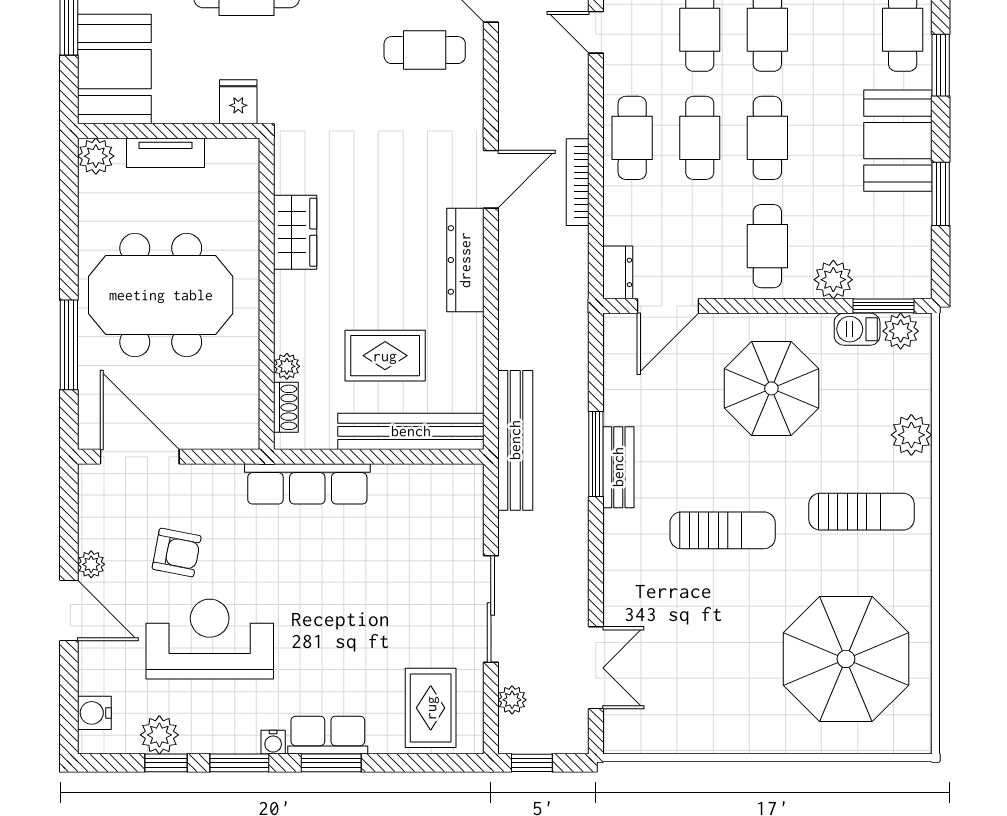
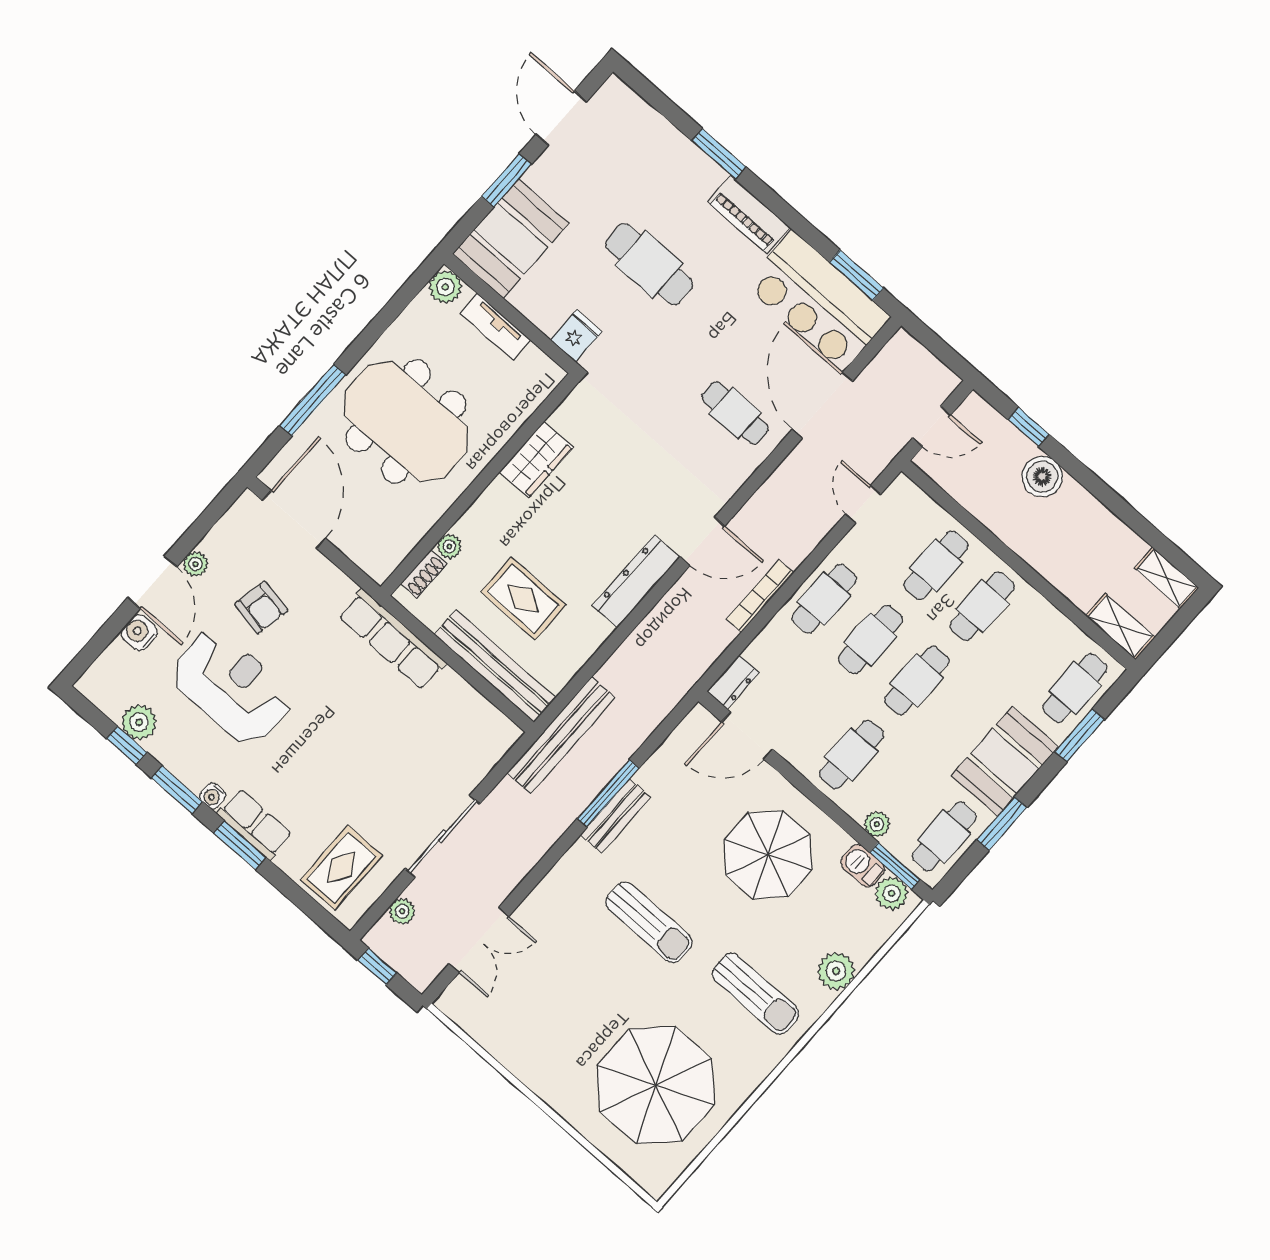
cafe table: (903, 246) -> (944, 836), added
plant: (833, 280) -> (877, 824), width x0.73, depth x0.73
water cooler: (94, 713) -> (139, 632), moved

